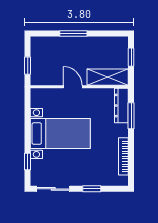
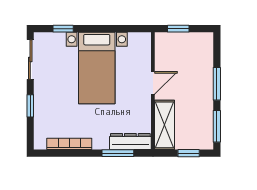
window: (109, 34) -> (217, 126), added

